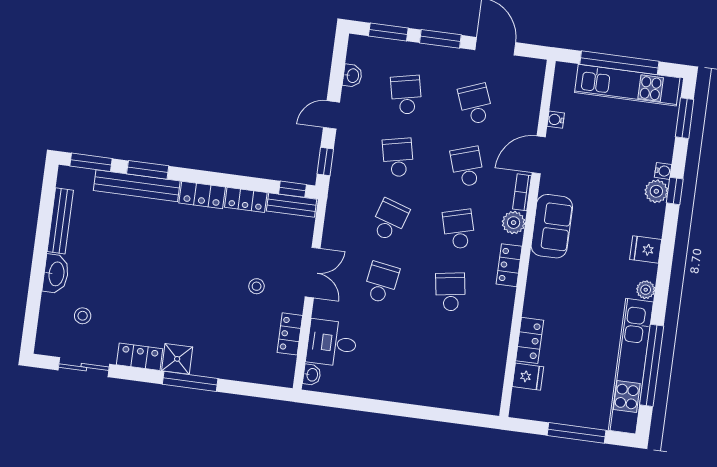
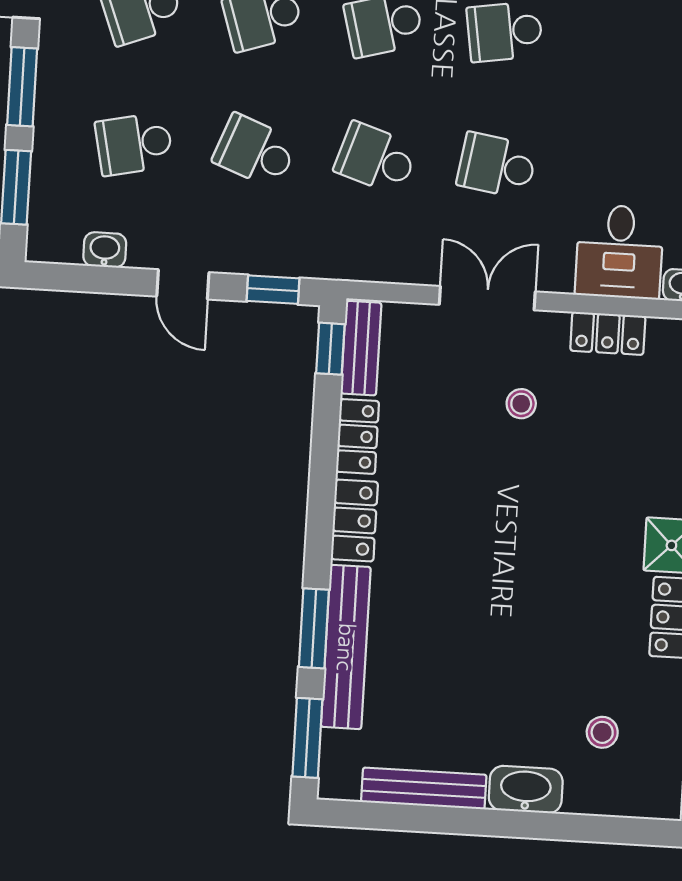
school desk: (398, 157) -> (255, 151), turned 33

